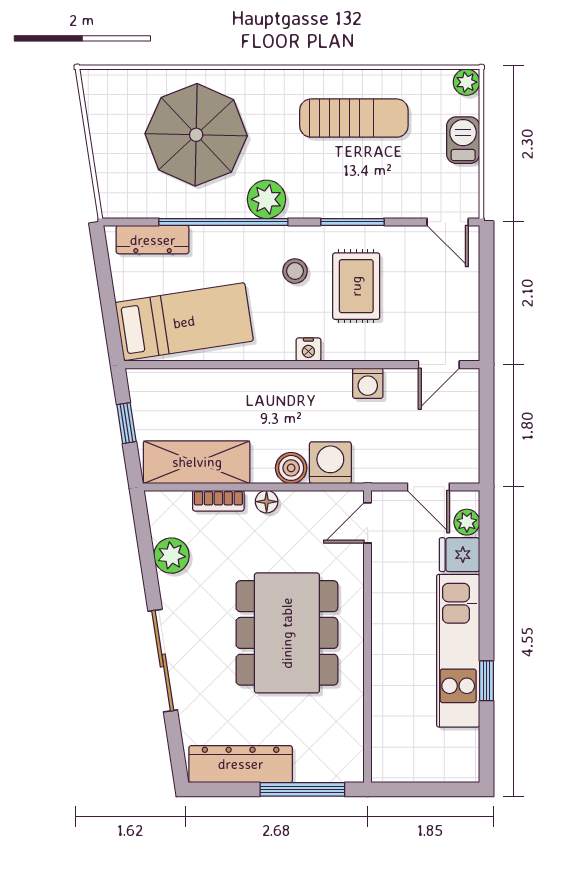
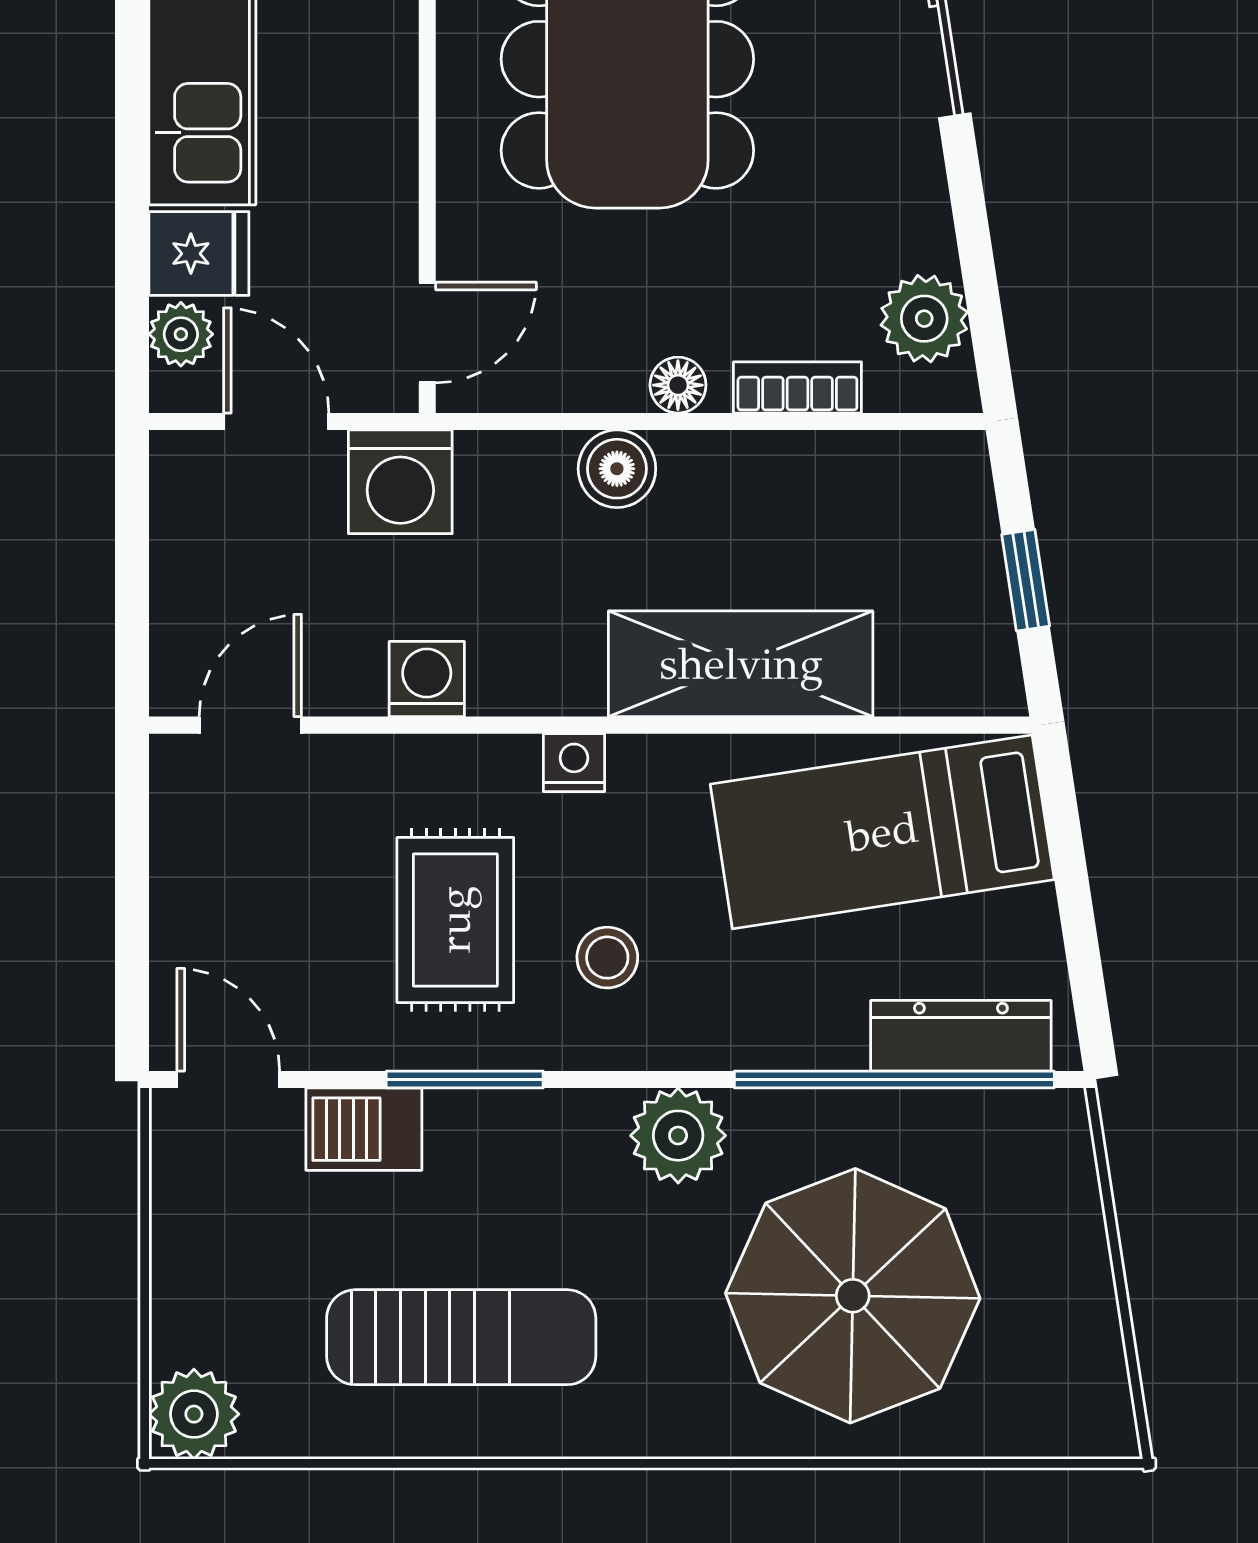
plant: (466, 82) -> (194, 1414), width x1.38, depth x1.38
sun lounger: (354, 118) -> (461, 1337), turned 180
barbecue: (463, 140) -> (364, 1129), moved, turned 90
window: (223, 222) -> (894, 1079), moved
shelving: (197, 462) -> (741, 664), moved
washing machine: (330, 463) -> (400, 482), moved
plant: (171, 556) -> (924, 319), moved

